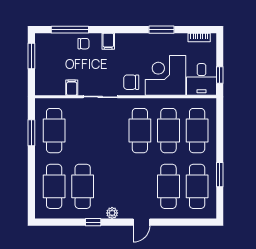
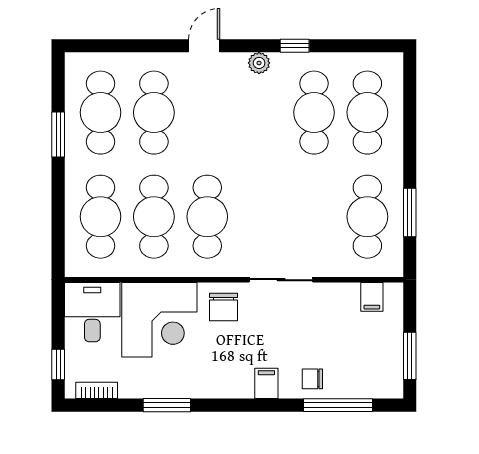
window: (220, 75) -> (58, 365), moved
chair: (131, 82) -> (223, 307), turned 90
filing cabinet: (72, 88) -> (372, 297), moved

